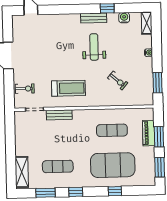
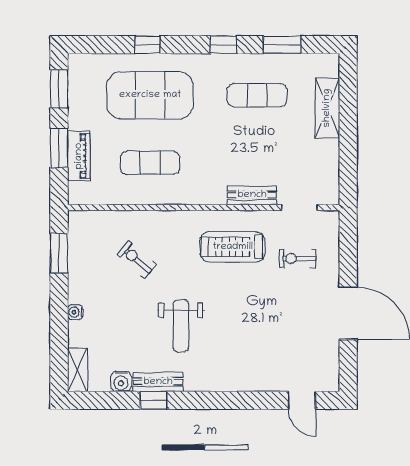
bench: (94, 18) -> (158, 382), moved
exercise bike: (25, 89) -> (298, 259), moved
shelving: (22, 172) -> (327, 108), moved

